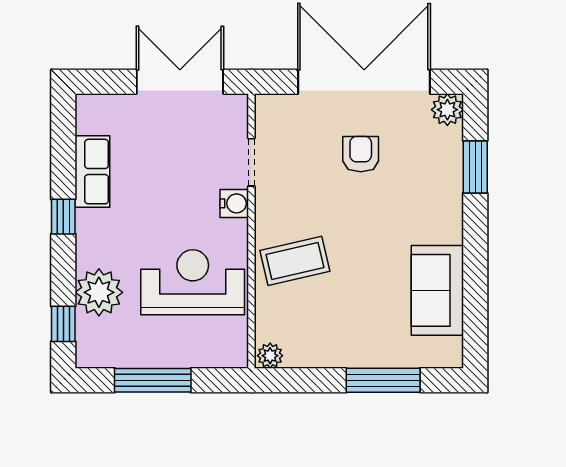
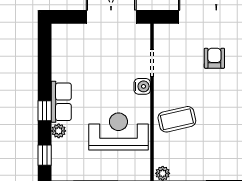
row of seats: (92, 172) -> (61, 102), moved
window: (63, 217) -> (45, 111), moved
plant: (99, 292) -> (59, 131), width x0.53, depth x0.53

